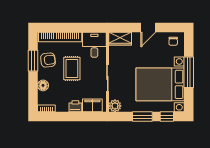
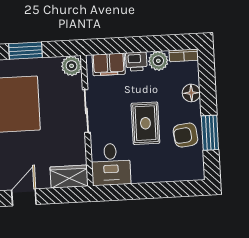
bookcase: (60, 37) -> (168, 174), removed
plant: (62, 106) -> (158, 61), added

